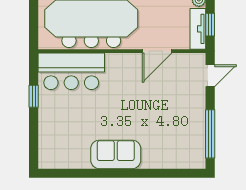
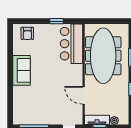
armchair: (54, 145) -> (27, 33), added

